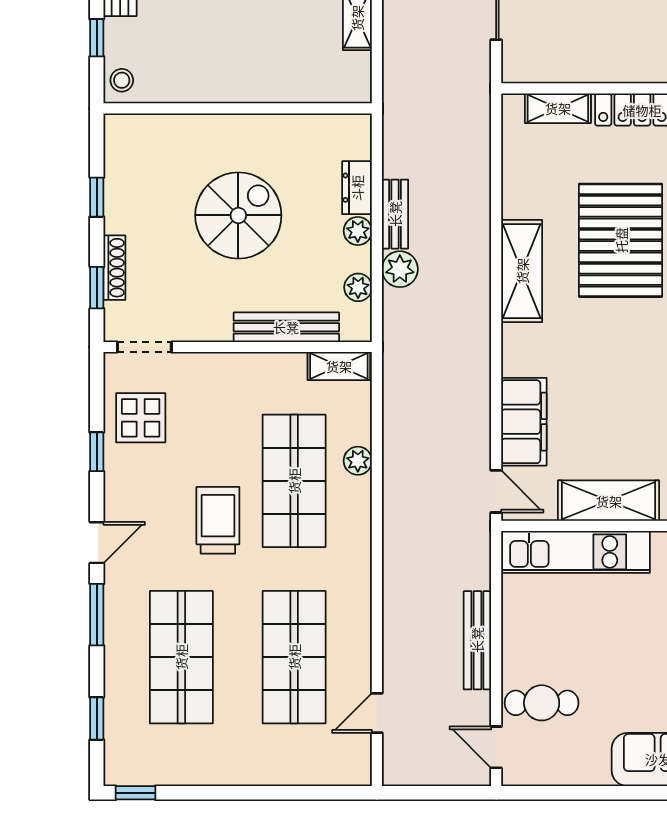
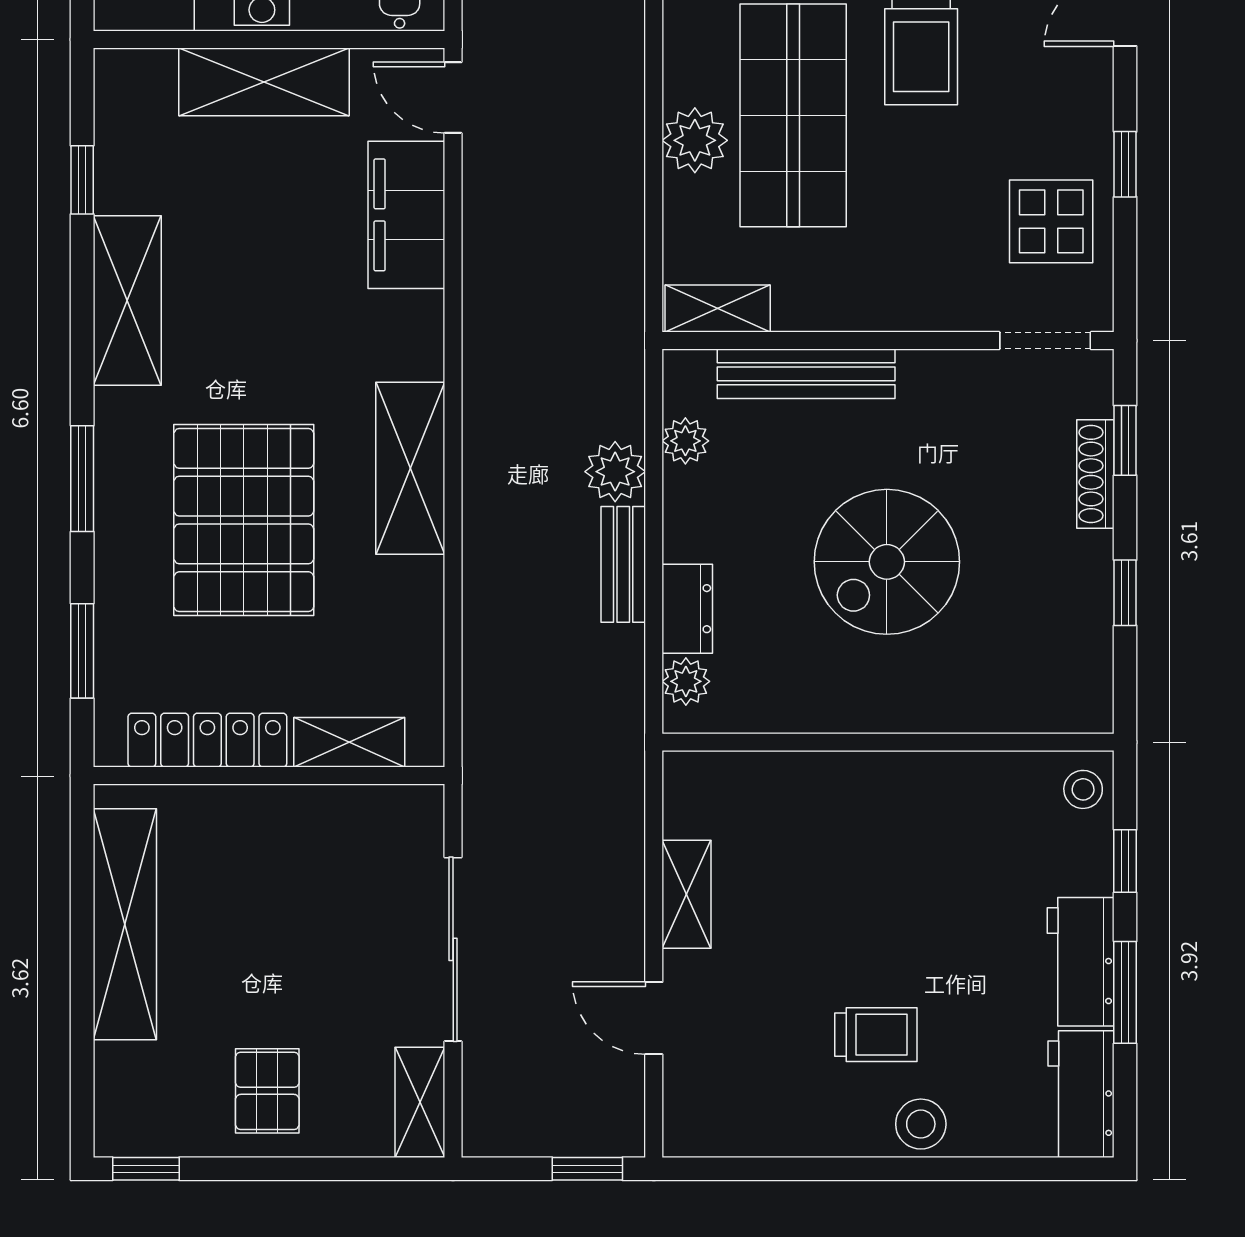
plant: (358, 231) -> (686, 681), moved
plant: (358, 461) -> (695, 140), width x1.38, depth x1.38

